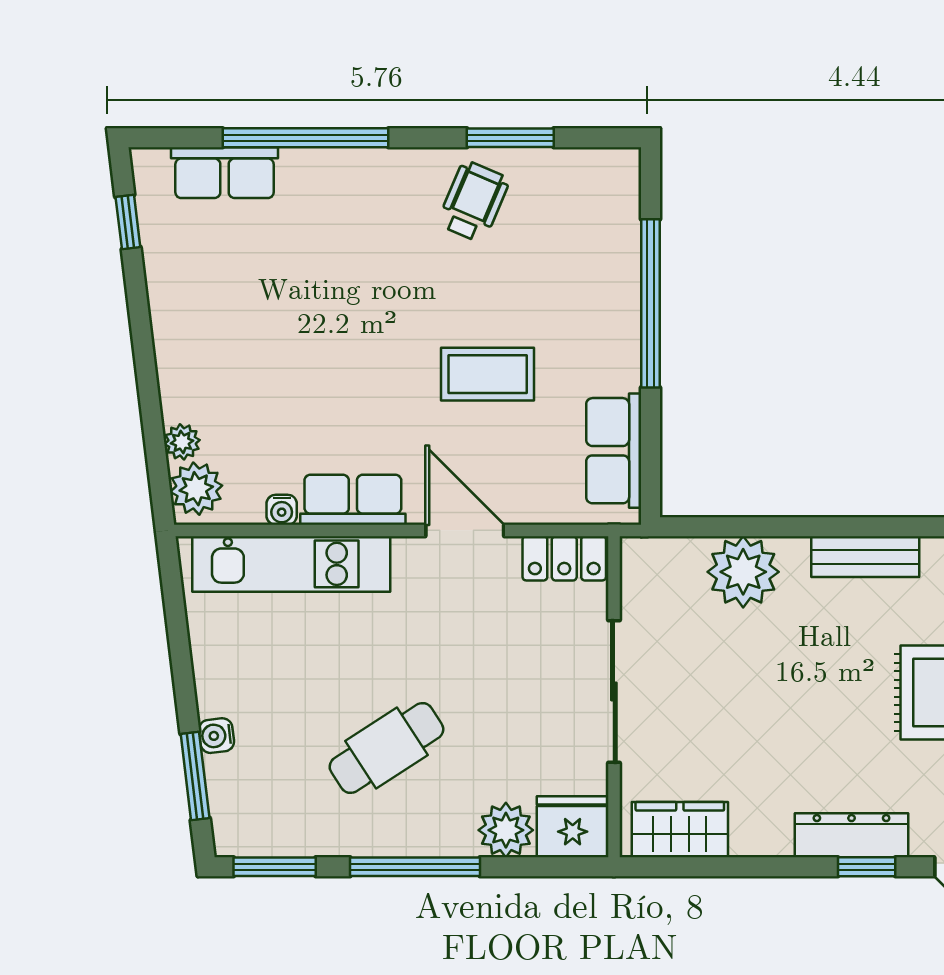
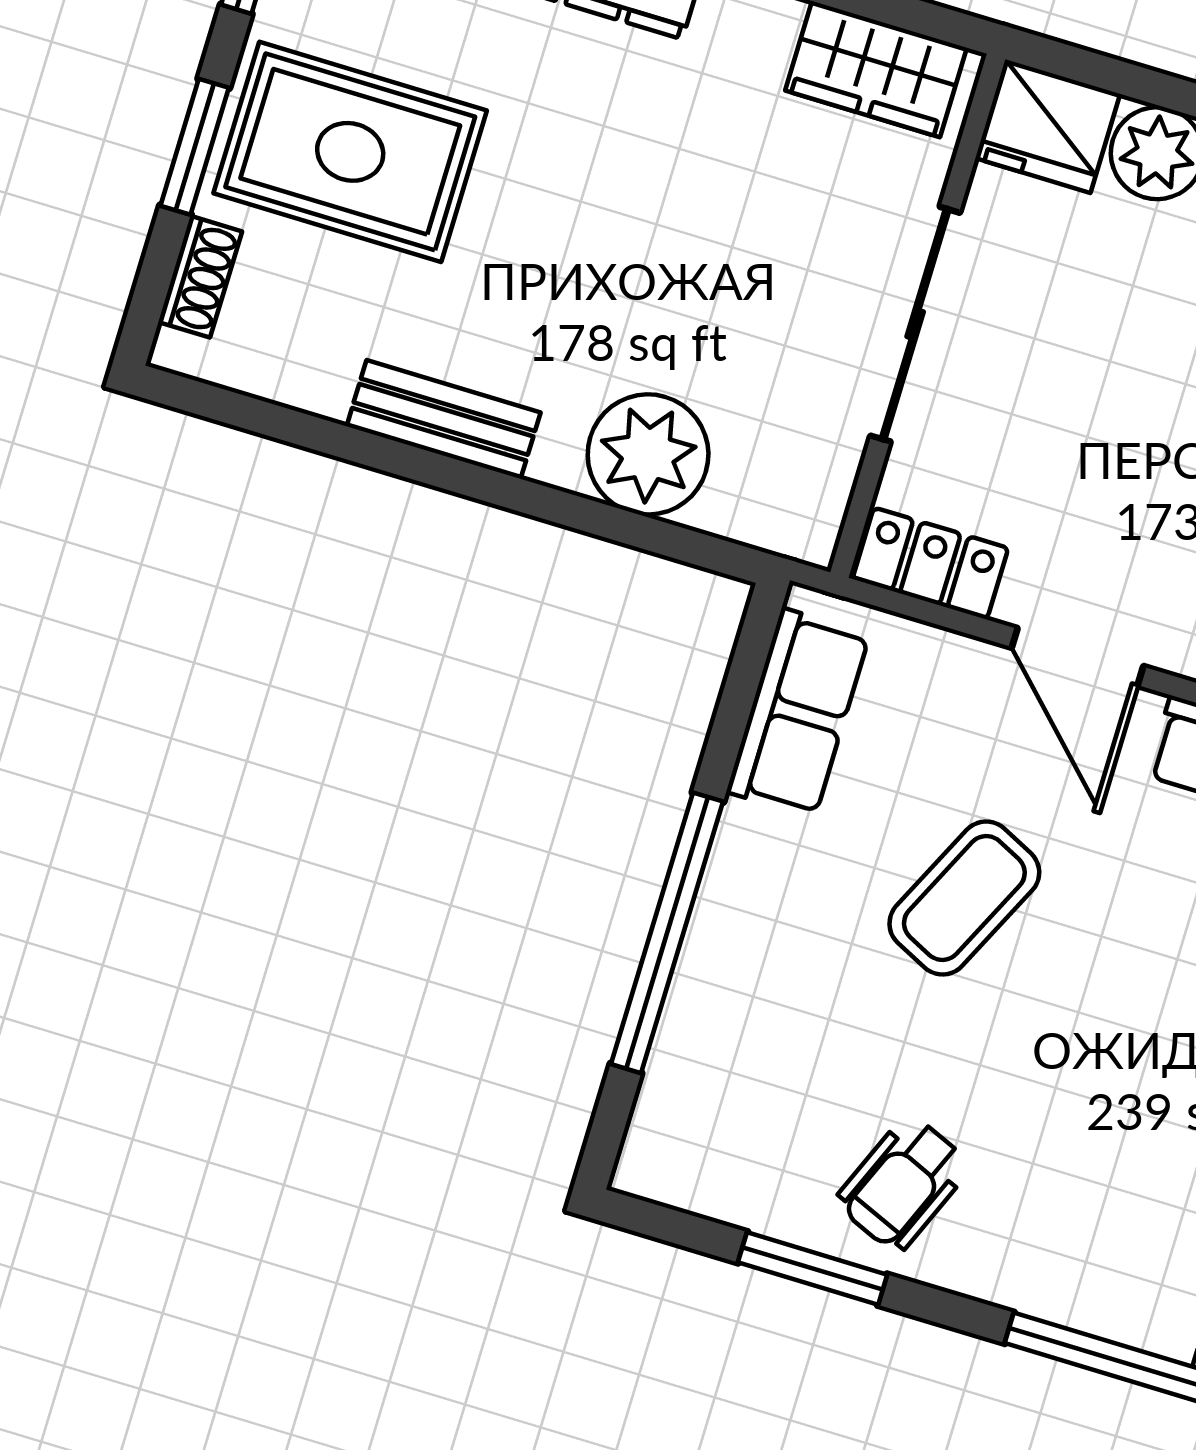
coffee table: (488, 374) -> (964, 898), turned -64

